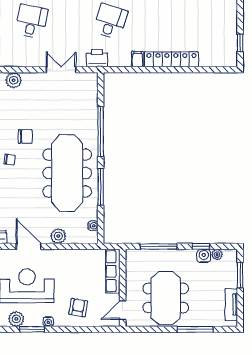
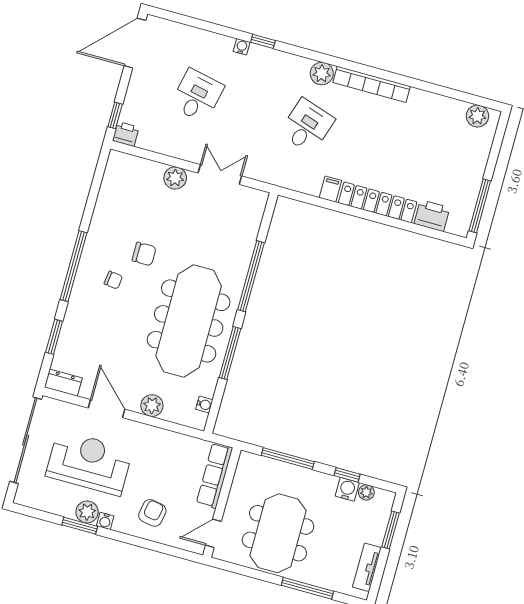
window: (240, 43) -> (480, 206), width x2.17
printer: (97, 58) -> (432, 216), moved
plant: (14, 80) -> (175, 178), moved
plant: (16, 319) -> (87, 512), moved

